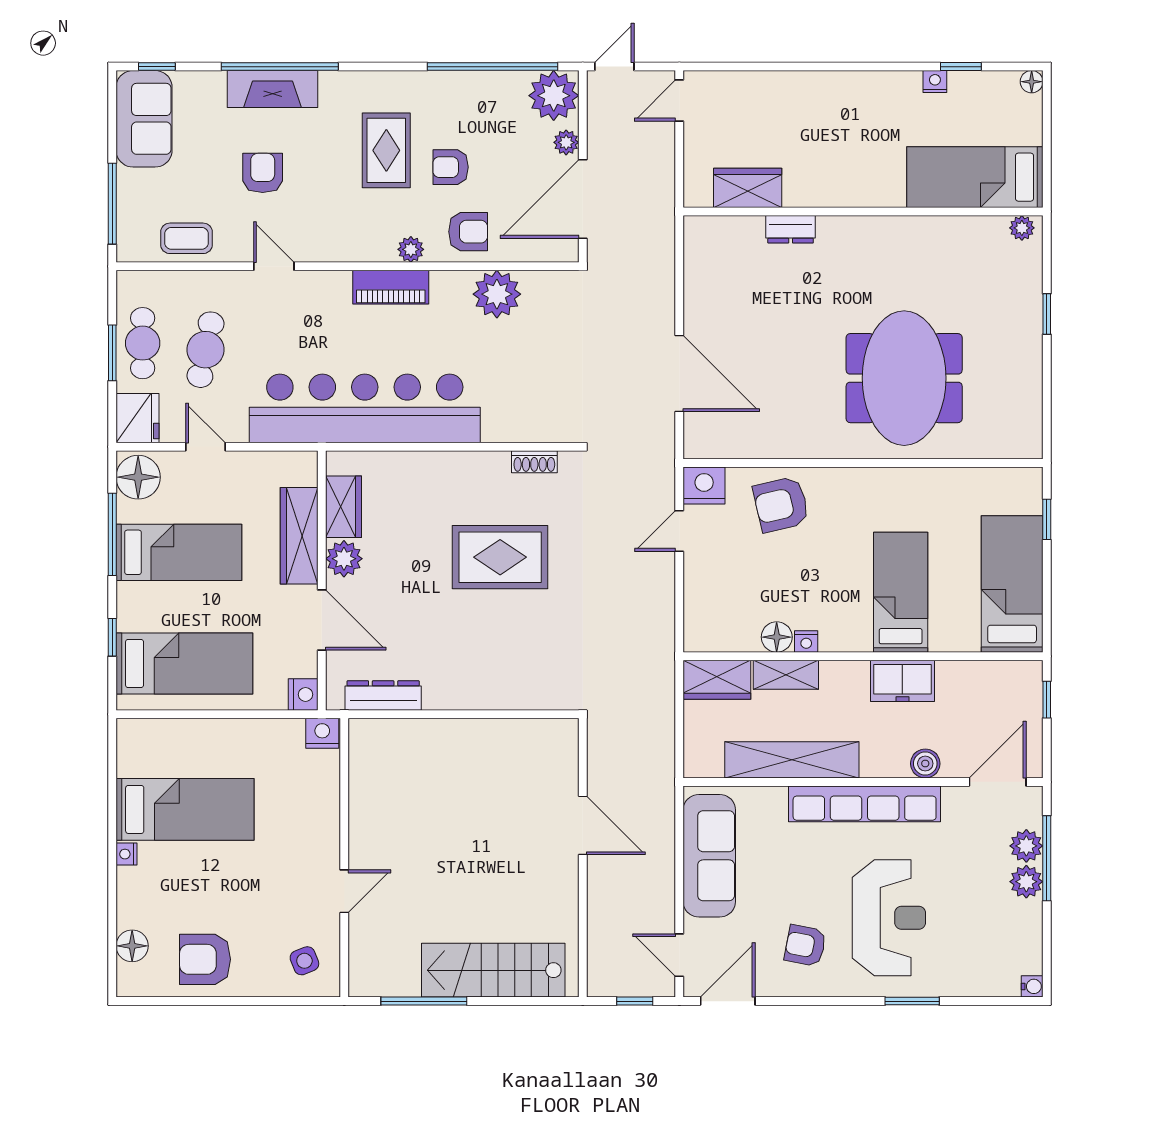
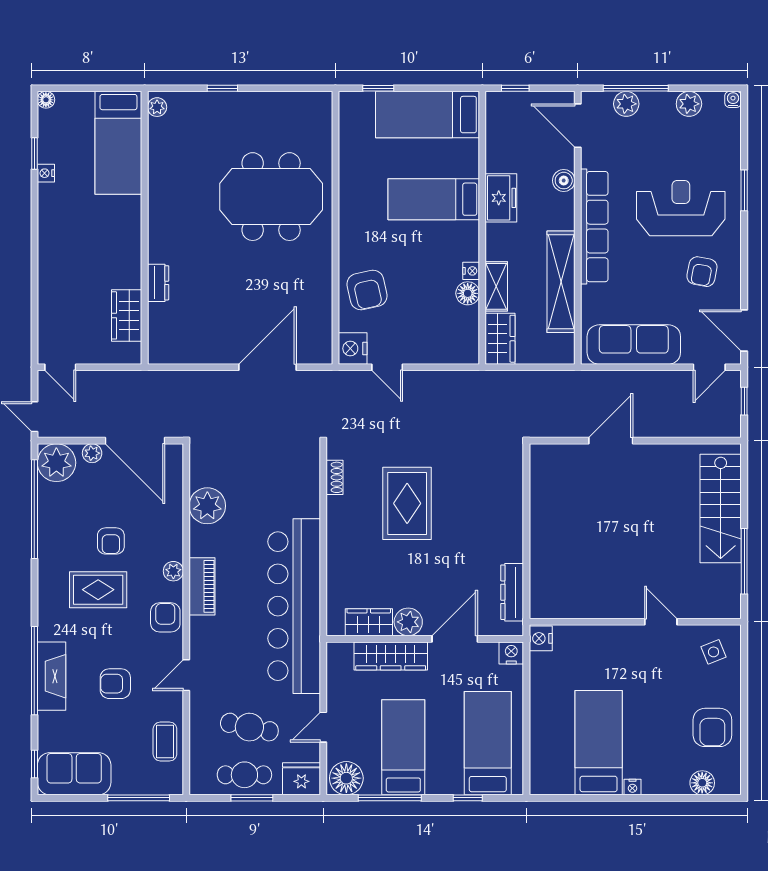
armchair: (468, 232) -> (165, 617), moved
plant: (1026, 882) -> (689, 104), moved

